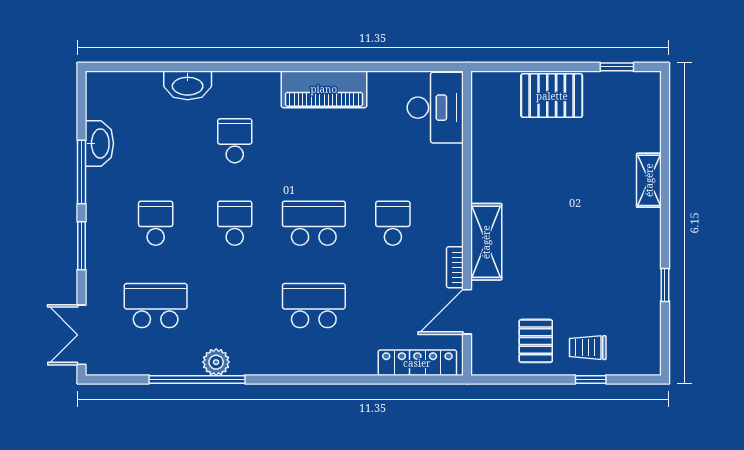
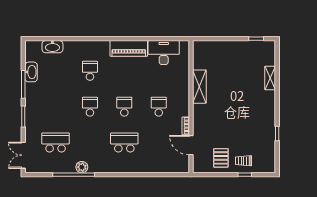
washbasin: (188, 85) -> (52, 47), moved
pallet: (552, 96) -> (228, 51), removed
desk: (435, 108) -> (164, 52), moved, turned -90
shelving: (649, 180) -> (270, 78), moved
school desk: (156, 223) -> (56, 107), removed
school desk: (314, 223) -> (124, 107), width x0.54
shelving: (486, 242) -> (199, 87), moved
door: (467, 312) -> (191, 145), hinge flipped
locker: (417, 363) -> (169, 167), removed

